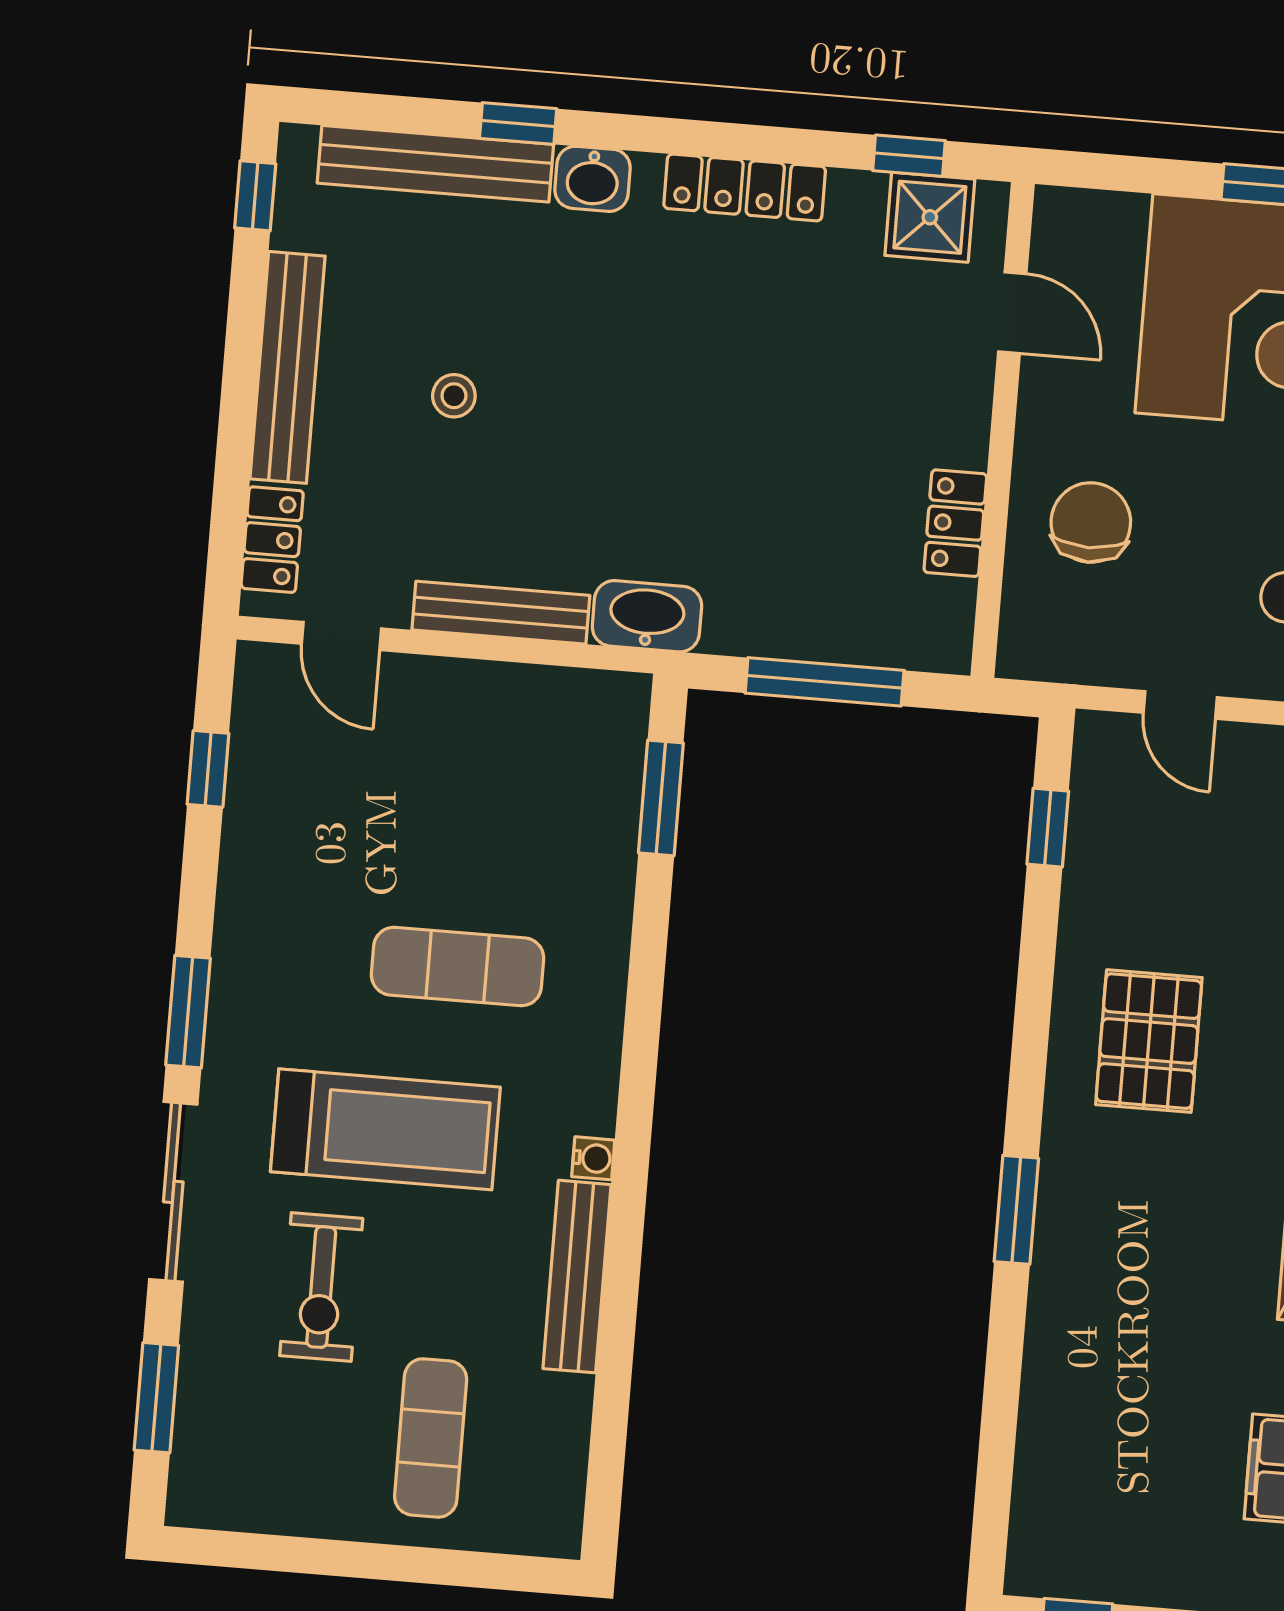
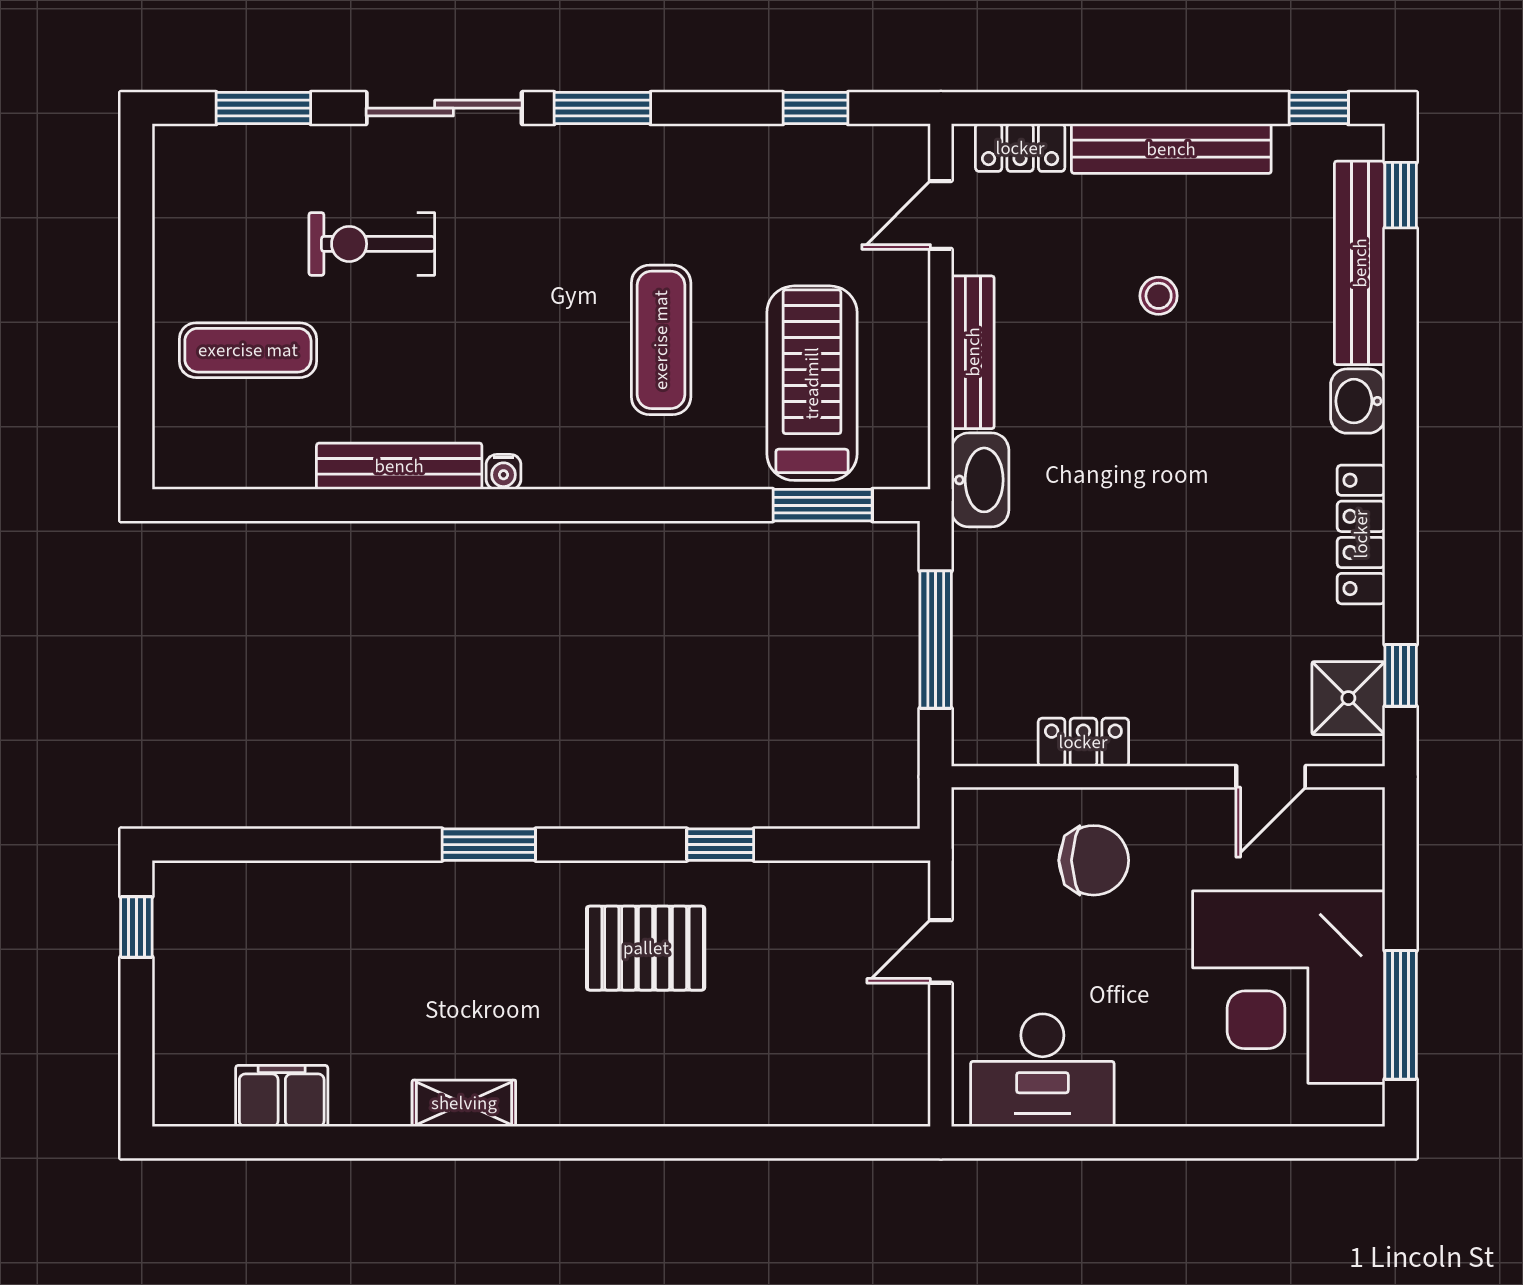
window: (518, 124) -> (1401, 195), moved
window: (1048, 828) -> (720, 845), moved
treadmill: (385, 1129) -> (812, 383), moved, turned 180

